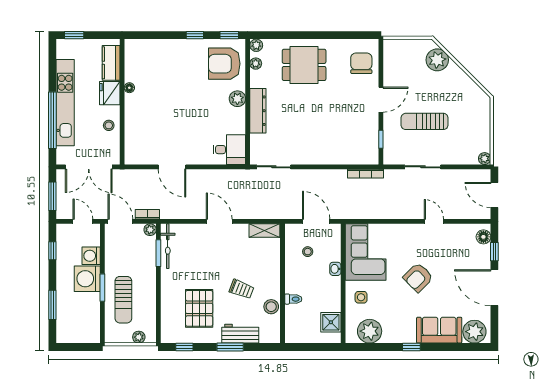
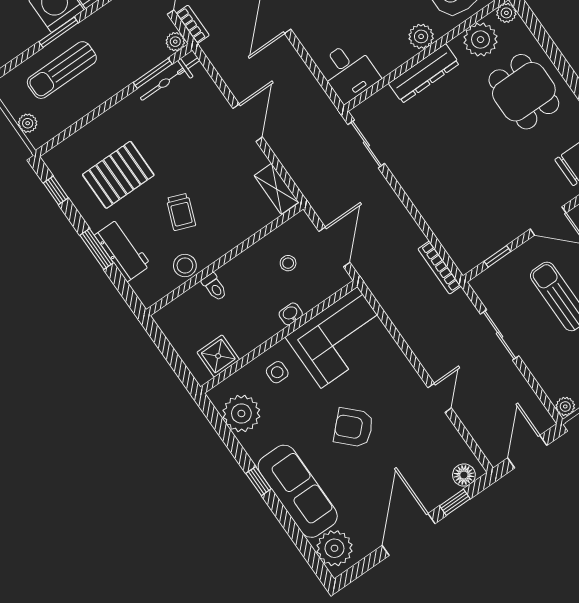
plant: (256, 64) -> (481, 40), width x1.88, depth x1.88
sofa: (439, 330) -> (298, 491), width x1.36

